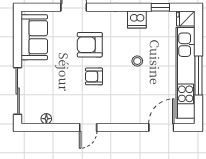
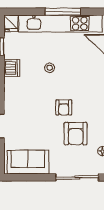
armchair: (90, 45) -> (76, 134), moved

